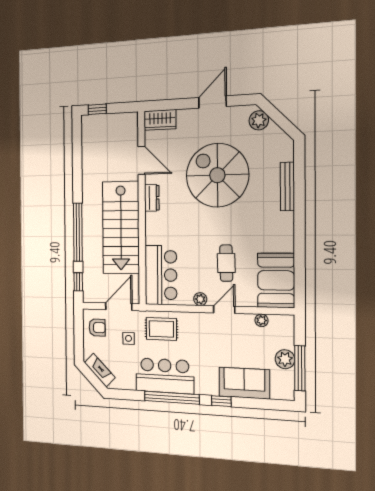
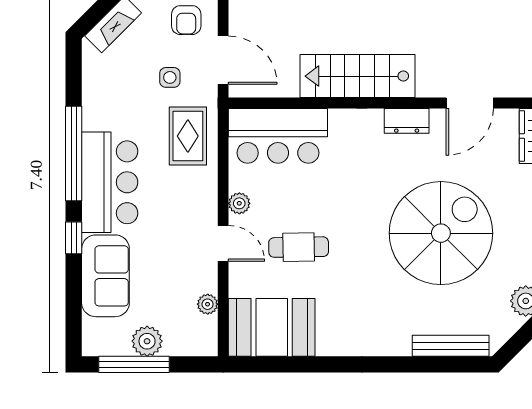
bench: (287, 186) -> (451, 346), moved
stairs: (121, 228) -> (358, 76), width x0.73, depth x0.66
bar counter: (165, 376) -> (110, 182), moved

